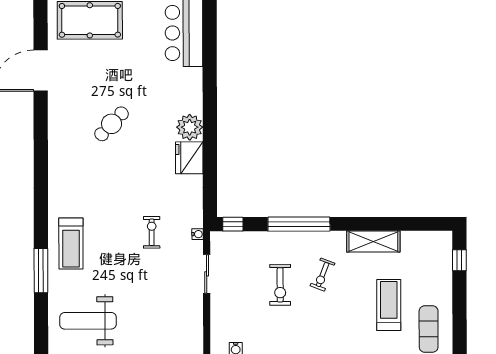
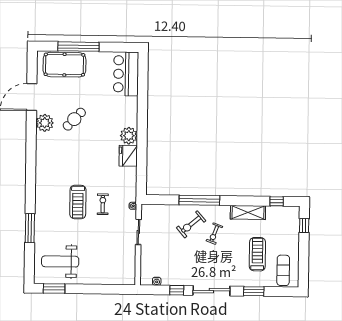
plant: (61, 110) -> (45, 123), added
cafe table: (112, 124) -> (74, 119), moved
window: (233, 224) -> (277, 201), moved
treadmill: (71, 244) -> (78, 202), moved
exercise bike: (280, 285) -> (191, 224), moved, turned 50

